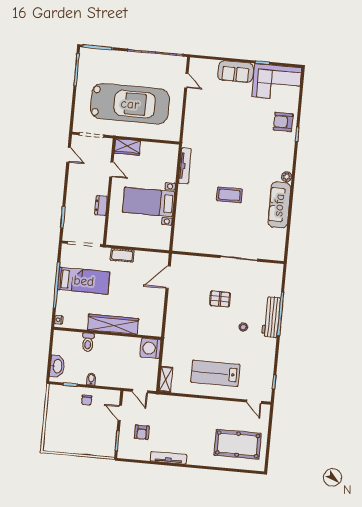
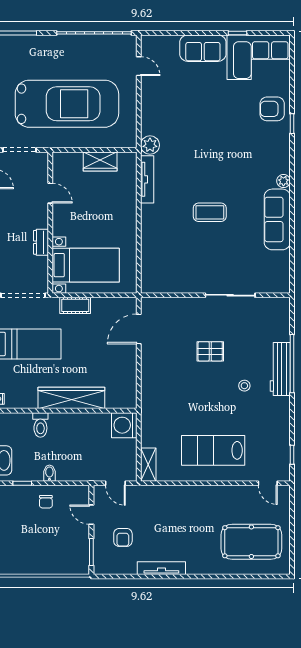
plant: (189, 140) -> (150, 145), added
wardrobe: (127, 147) -> (100, 161), moved
bed with nightstands: (148, 202) -> (86, 265), moved, turned 180

